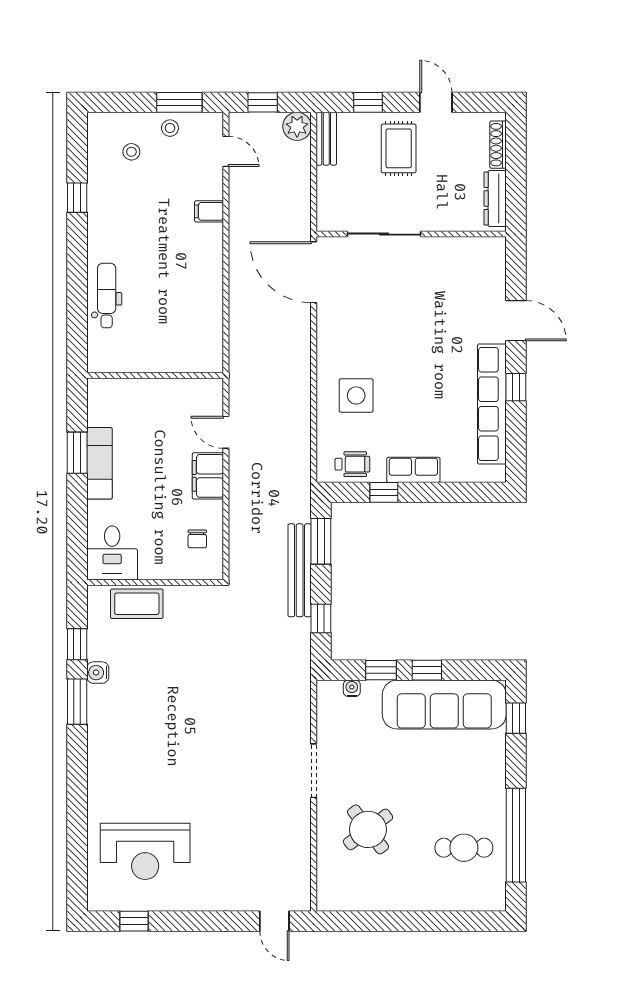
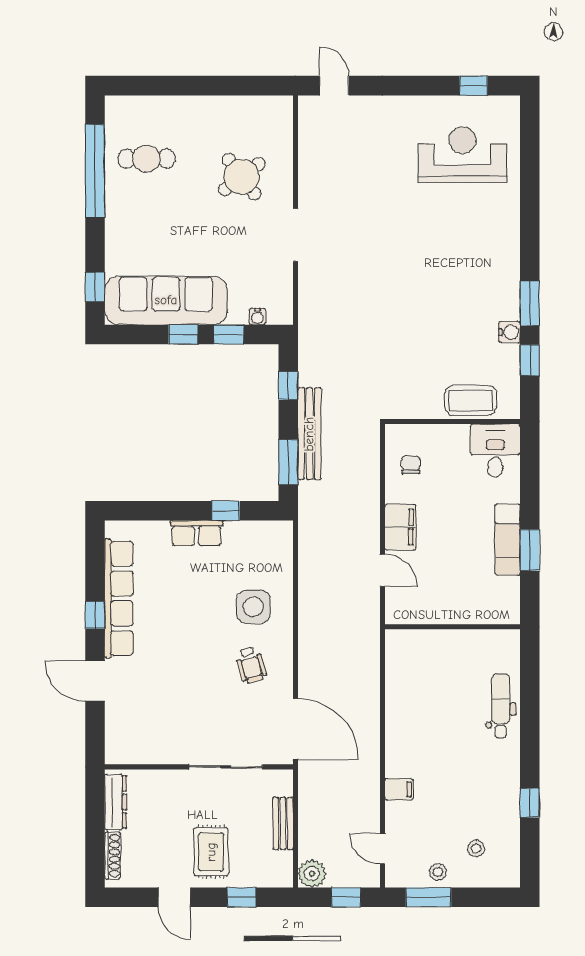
bench: (326, 139) -> (283, 823), moved
dental chair: (107, 296) -> (501, 706), turned 180
wheelchair: (352, 464) -> (251, 665), moved, turned -106

